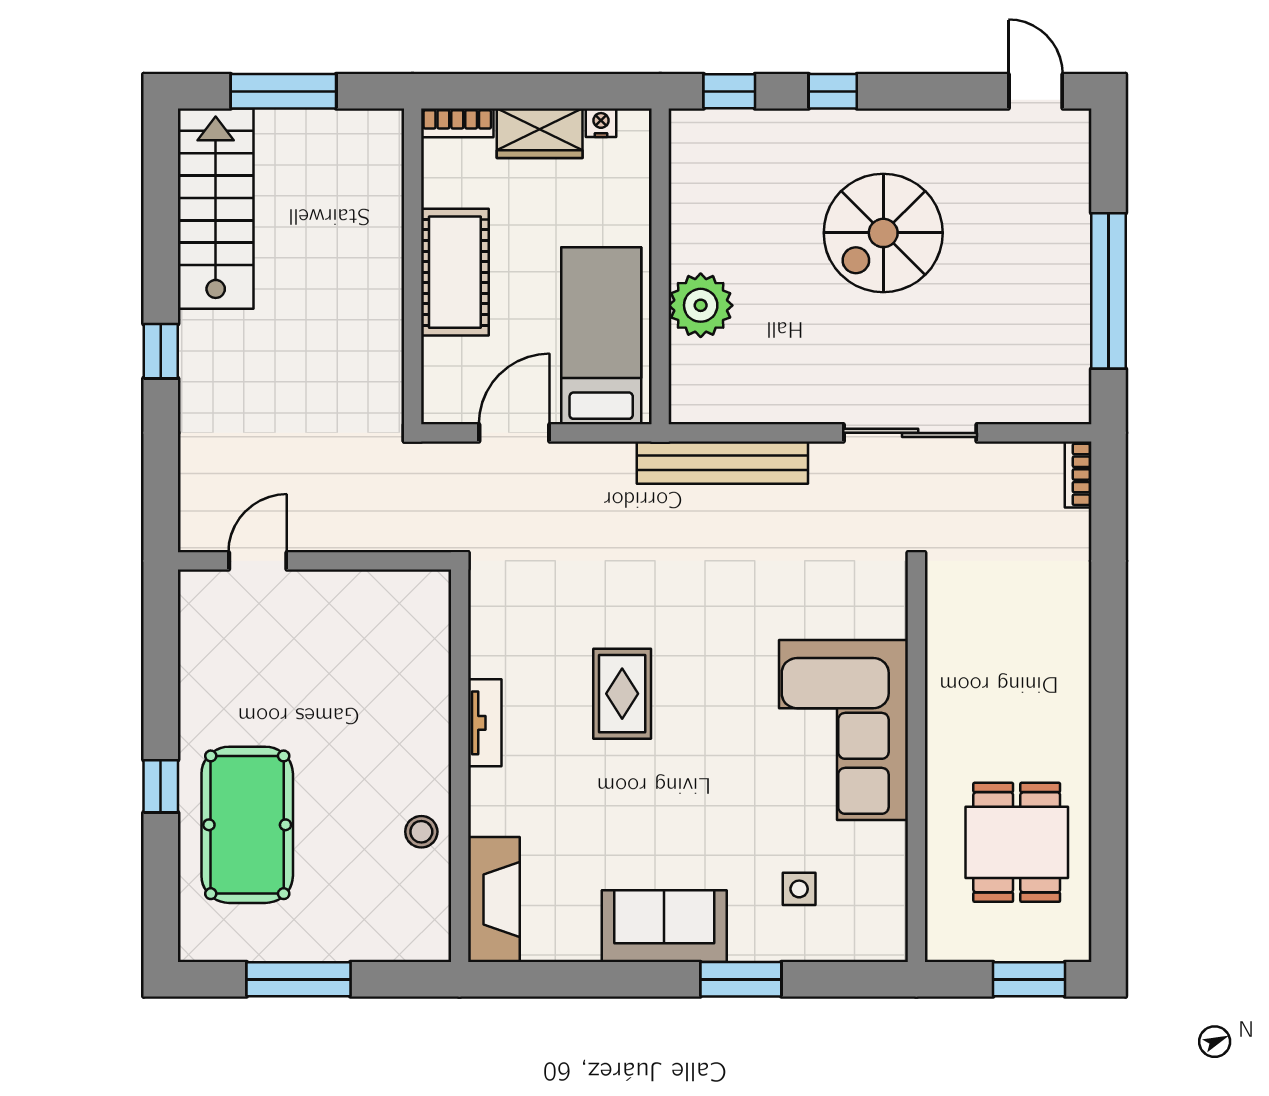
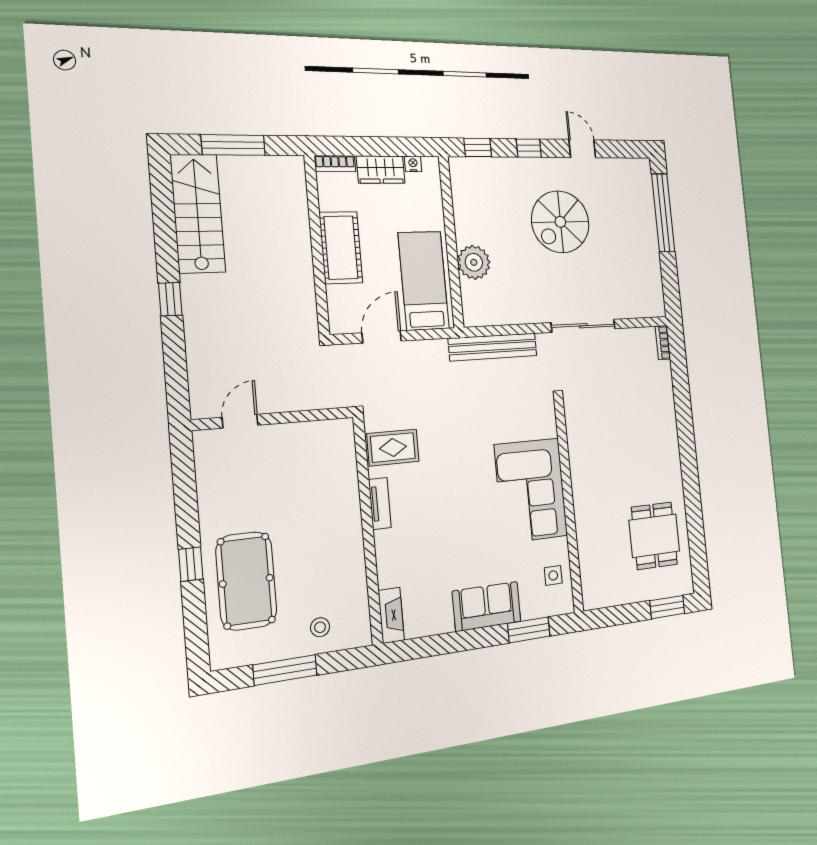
door: (1036, 91) -> (582, 149), moved
window: (1108, 291) -> (663, 213), moved
rug: (622, 694) -> (393, 447), moved, turned 90
corner sofa: (844, 730) -> (531, 490), moved
wall: (916, 766) -> (569, 506), moved
stool: (421, 832) -> (320, 627), moved
fireplace: (494, 900) -> (391, 615), width x0.73, depth x0.76

